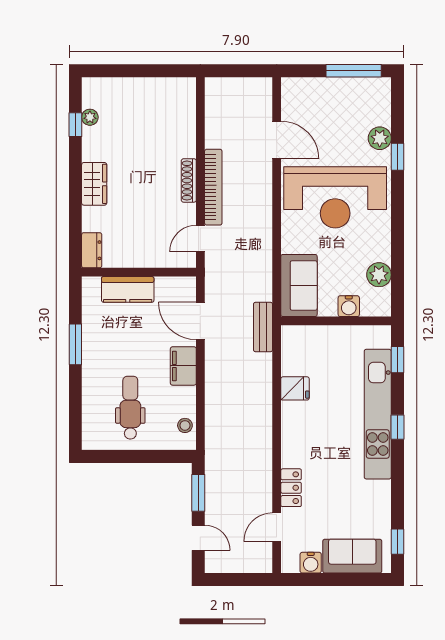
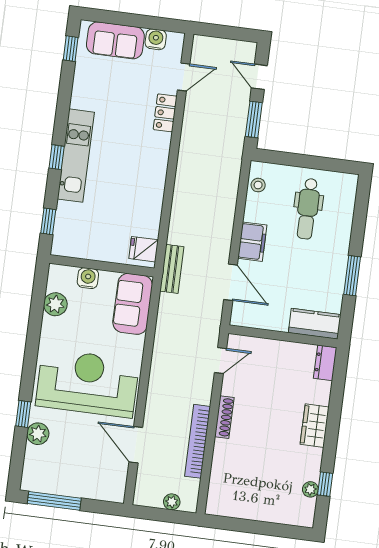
plant: (232, 86) -> (172, 502), added
bookcase: (213, 187) -> (197, 441), moved
kitchen counter: (128, 289) -> (315, 324), moved
fridge: (295, 388) -> (144, 249), moved
kitchen unit: (378, 414) -> (76, 156), width x0.73

